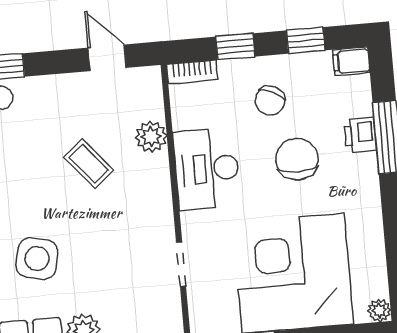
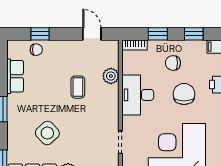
chair: (270, 100) -> (173, 63), turned 64
coffee table: (89, 164) -> (78, 87), turned 40
side table: (37, 259) -> (47, 133), turned 35

